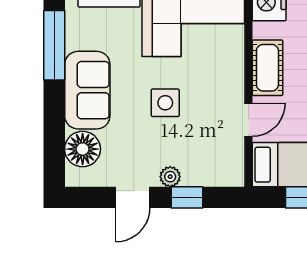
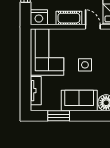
window: (54, 45) -> (59, 116), width x0.69

